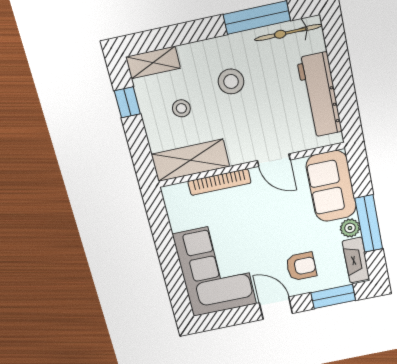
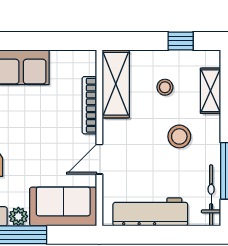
shelving: (153, 62) -> (211, 91), moved

